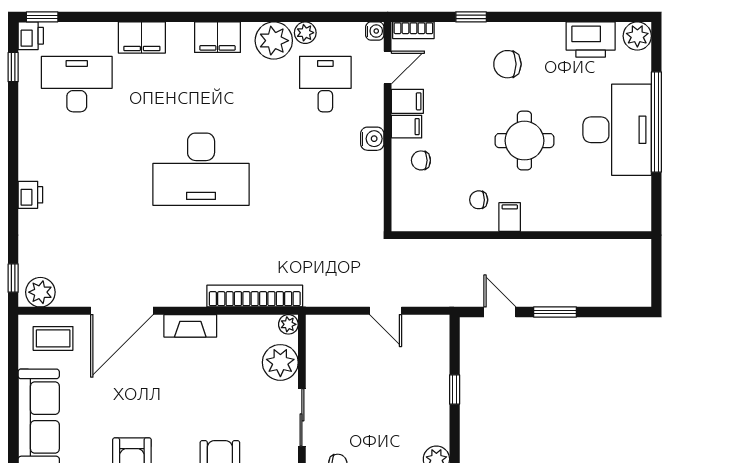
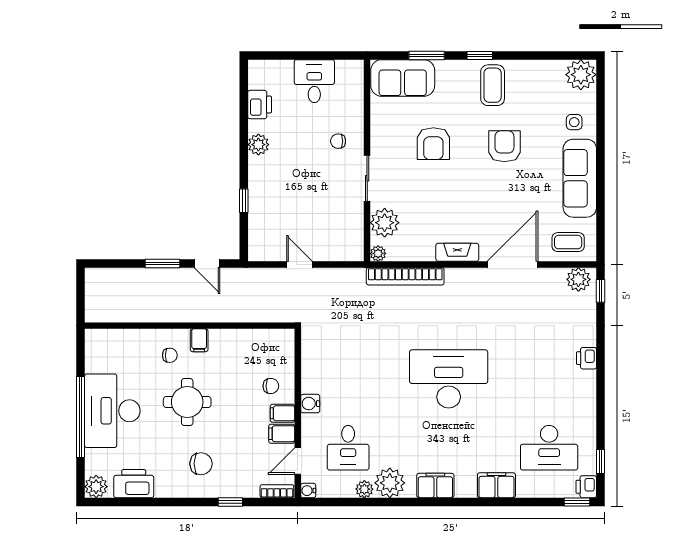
chair: (479, 200) -> (170, 355), moved

